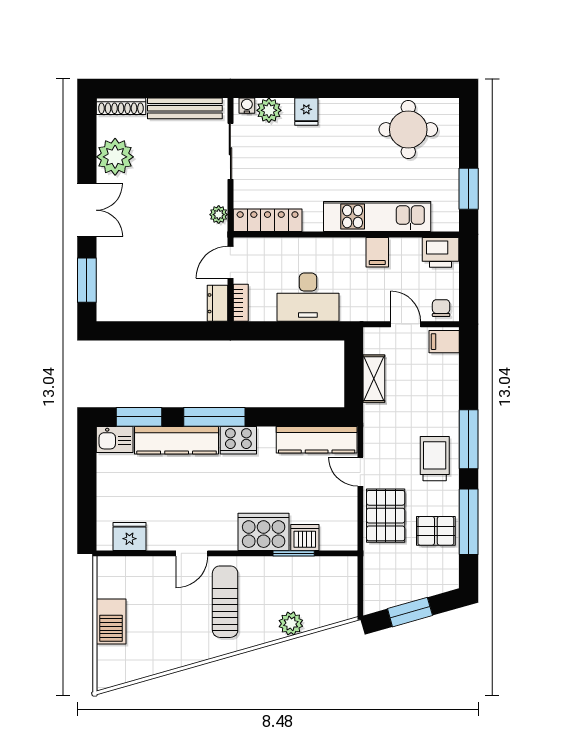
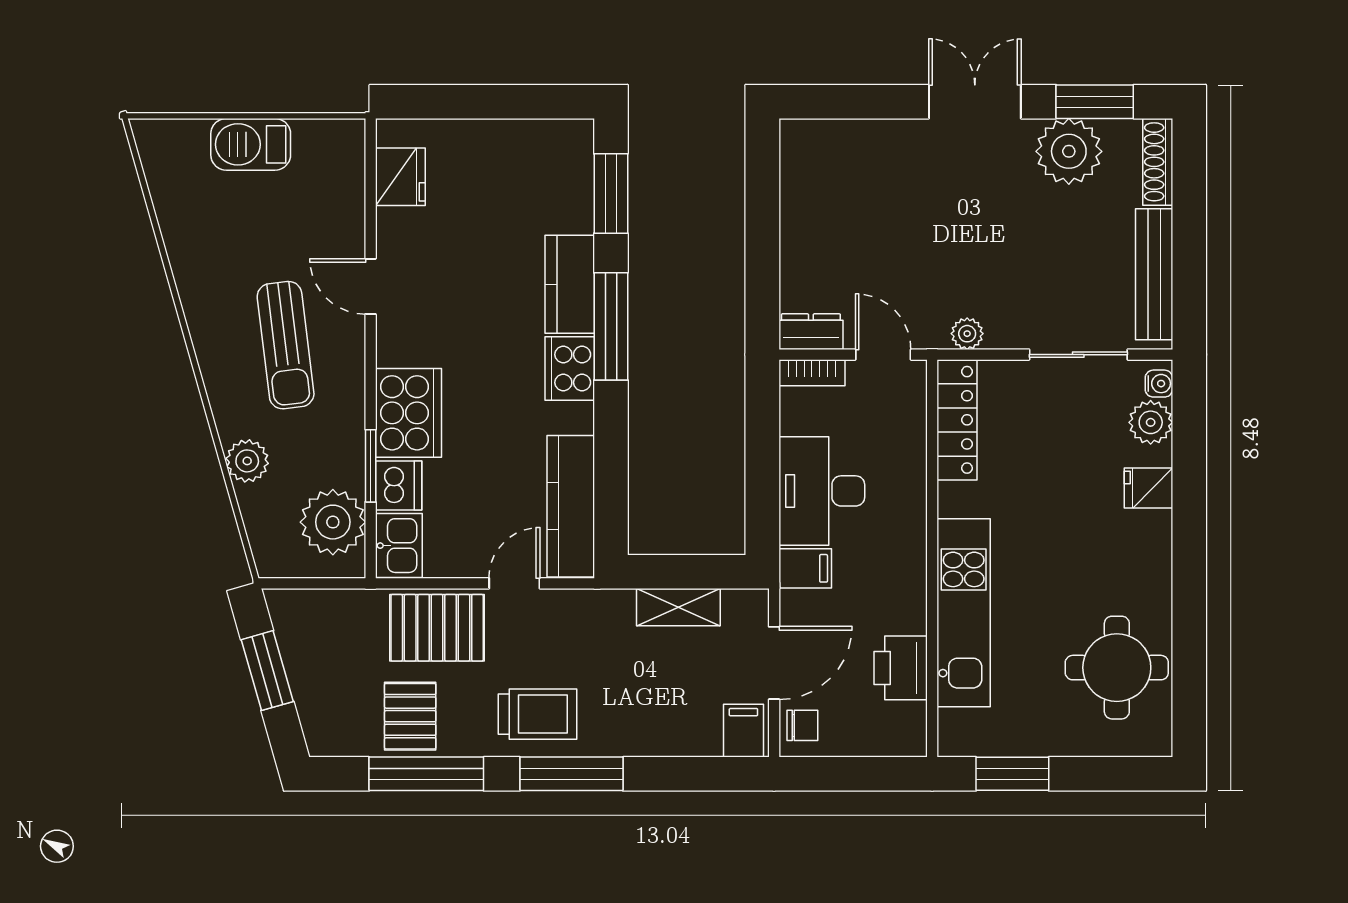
double door: (87, 210) -> (975, 102), swing flipped
filing cabinet: (377, 252) -> (805, 568), moved, turned 180
printer: (440, 252) -> (901, 668), moved
window: (87, 280) -> (1095, 102), moved
door: (406, 324) -> (774, 663), width x1.38
kitchen sink: (115, 439) -> (399, 546), moved, turned 180
kitchen counter: (177, 440) -> (570, 284), width x0.67
plant: (326, 575) -> (333, 522), added
sun lounger: (225, 602) -> (286, 345), turned 83

